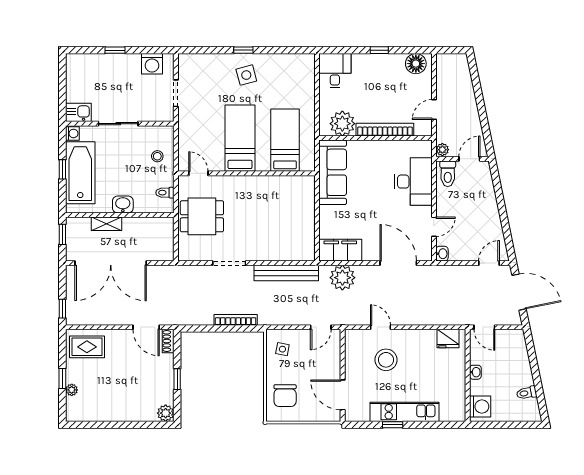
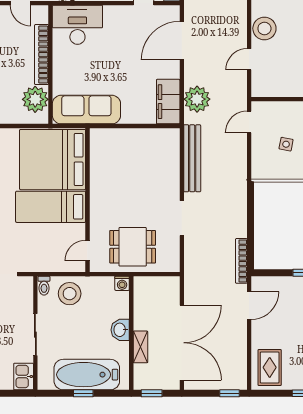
washing machine: (72, 133) -> (122, 283), moved, turned 180
bed: (285, 140) -> (53, 160), width x2.04
stool: (157, 156) -> (70, 294), width x1.89, depth x1.89
desk: (413, 182) -> (77, 25), moved
toilet: (165, 193) -> (44, 286), moved
dining table: (202, 216) -> (133, 247), turned 90
bookcase: (236, 320) -> (241, 261), moved
door: (321, 327) -> (249, 122), swing flipped
shoe rack: (168, 341) -> (264, 282), removed
side table: (282, 349) -> (286, 144), moved
stool: (386, 360) -> (264, 28), moved

